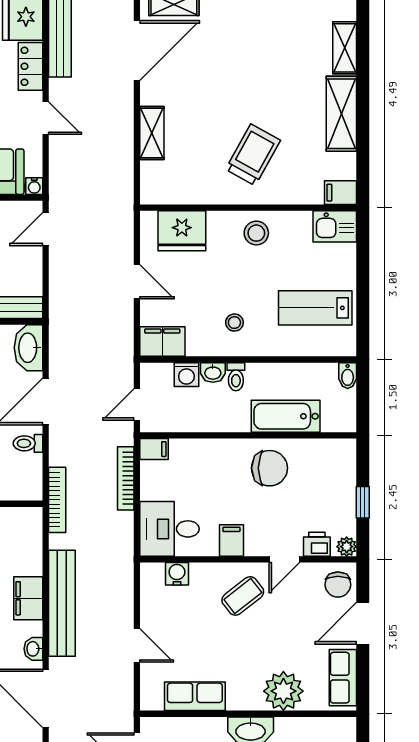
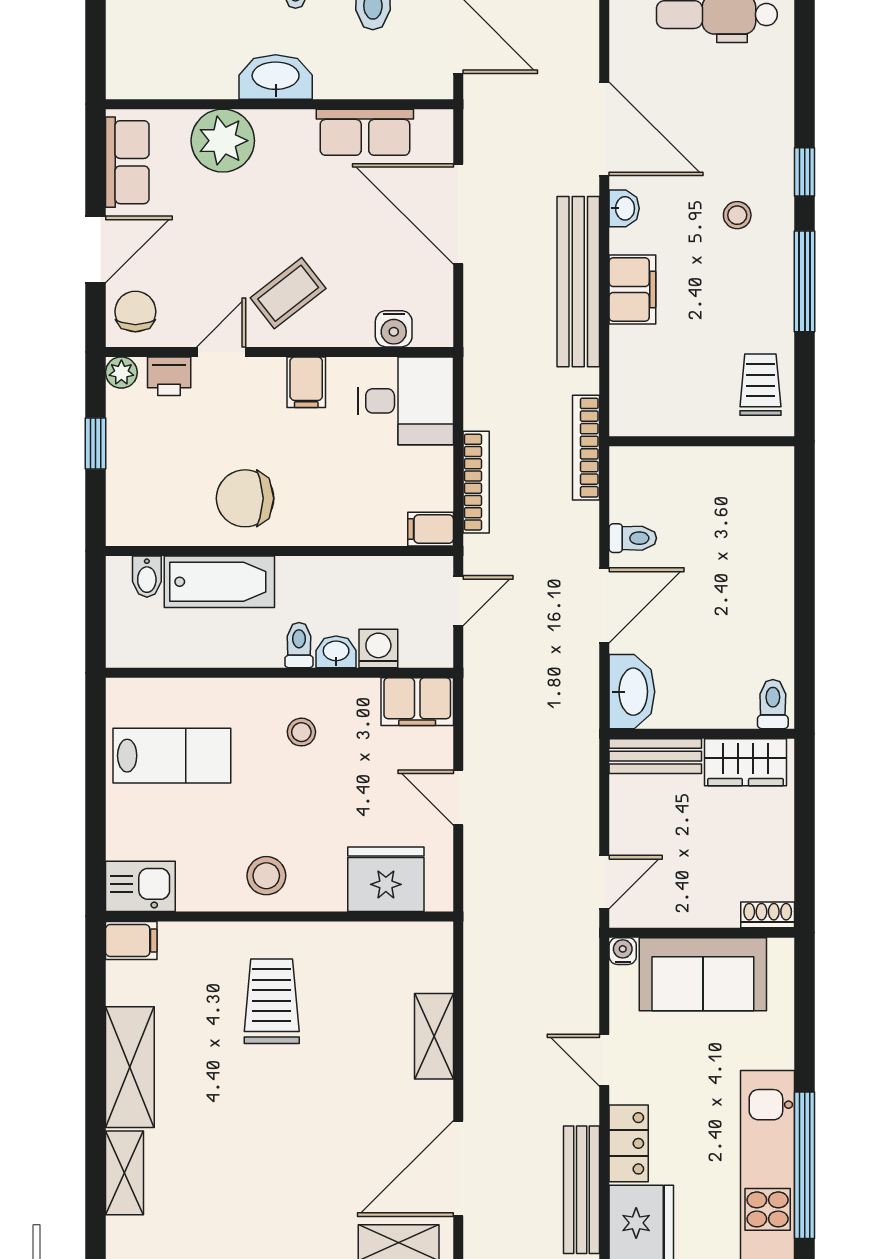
trolley: (253, 155) -> (272, 1001), turned 151
bidet: (348, 376) -> (147, 577), moved, turned 180
door: (137, 645) -> (458, 214), width x1.87

